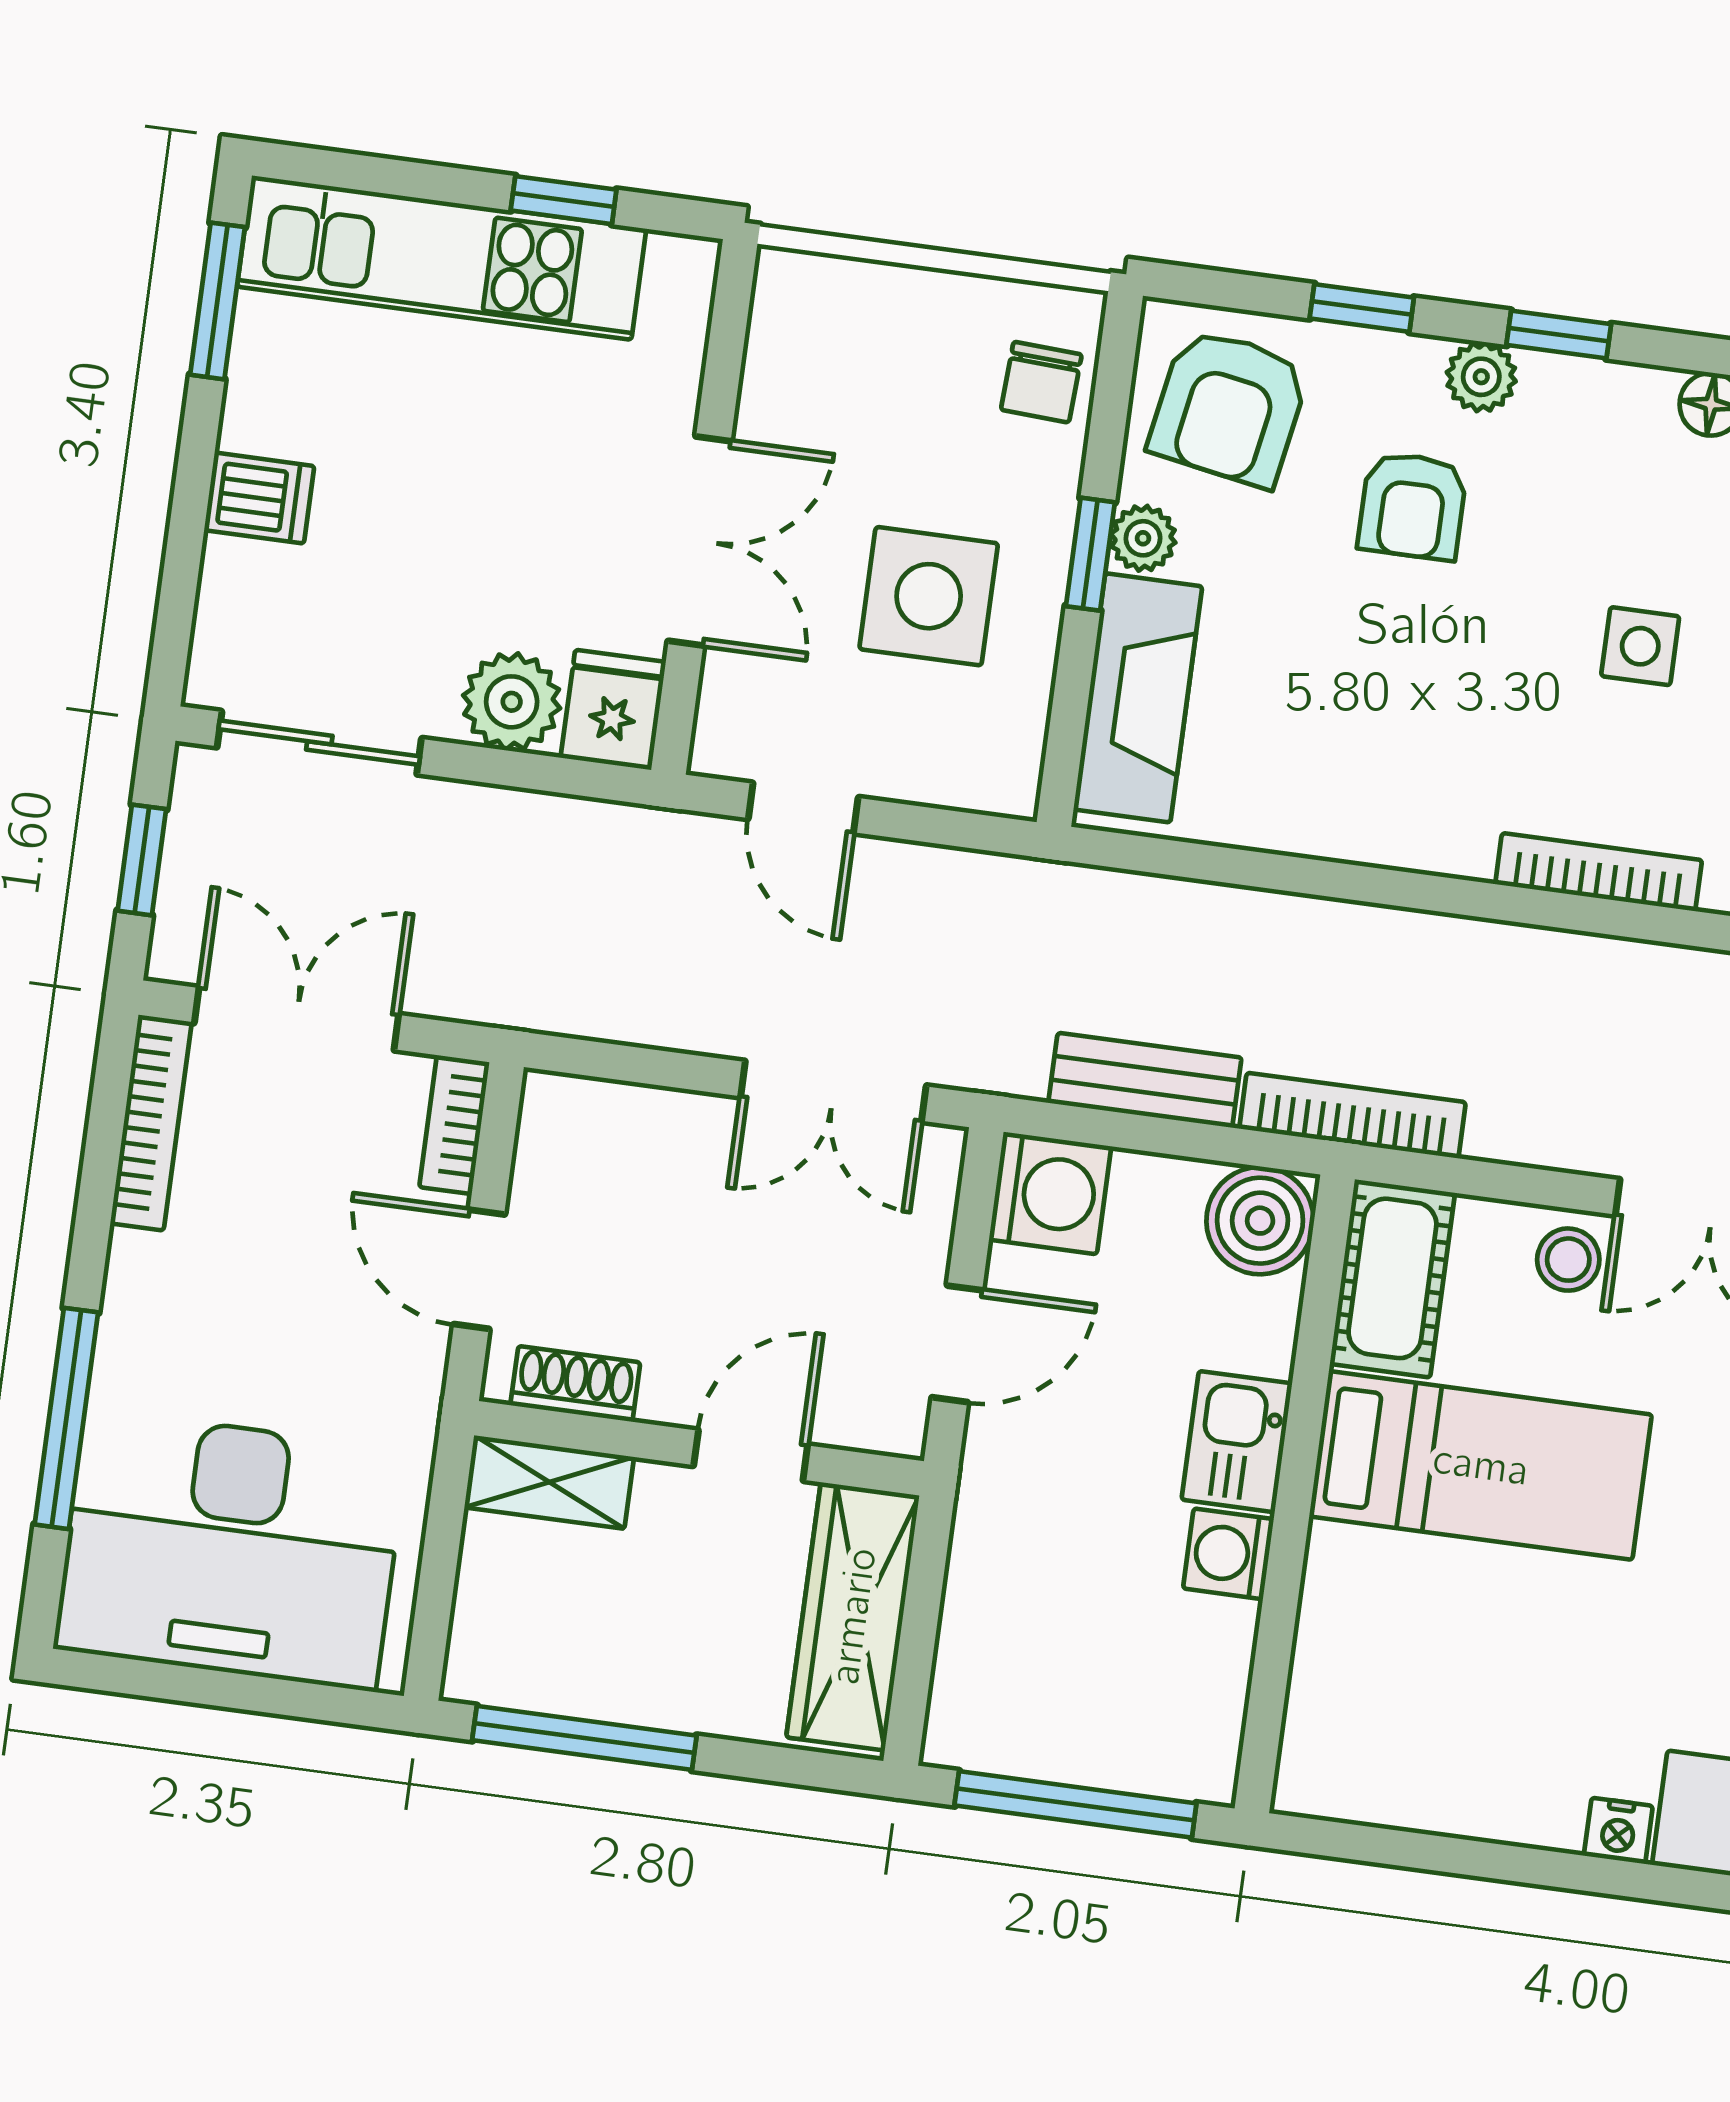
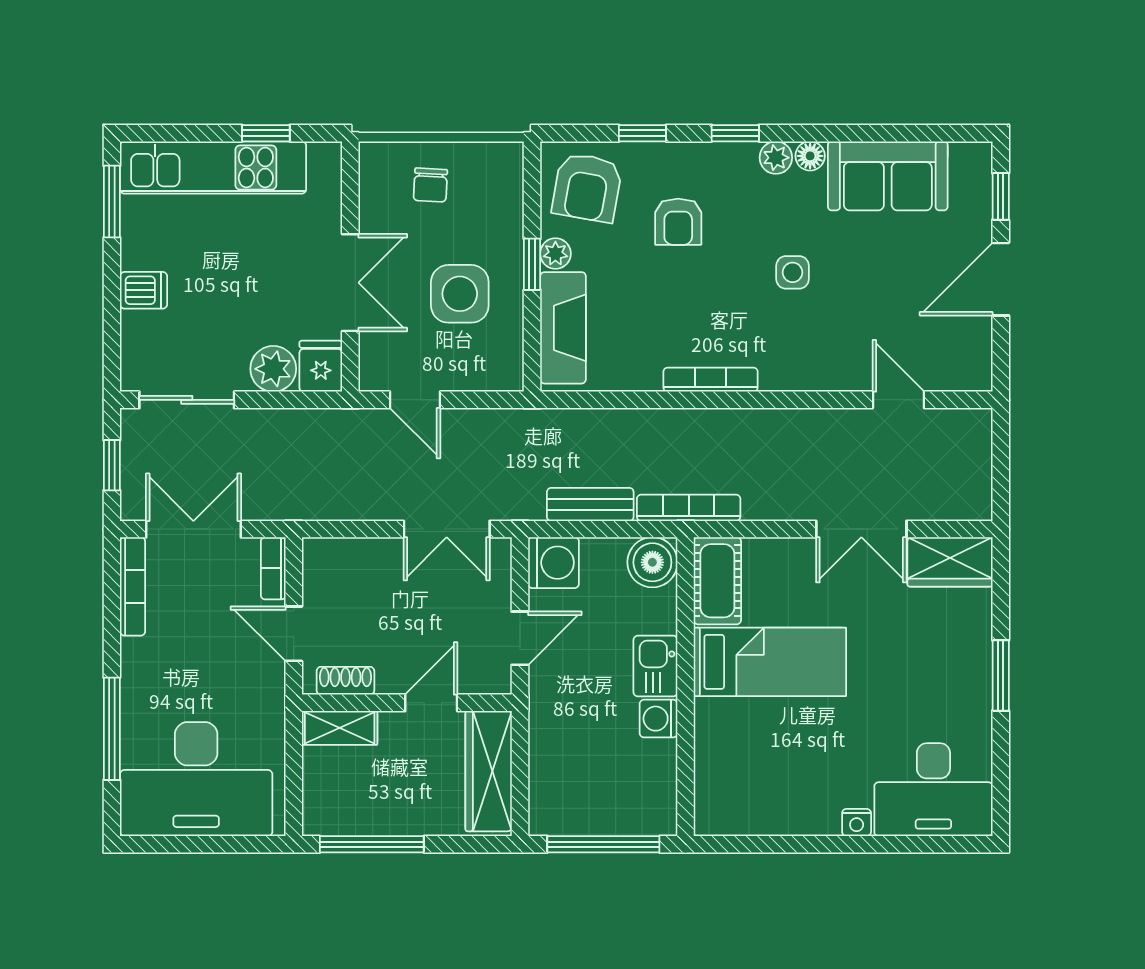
plant: (1481, 377) -> (776, 158), moved
chair: (1041, 382) -> (430, 185), moved
bookcase: (1599, 872) -> (711, 380), moved
stool: (1568, 1260) -> (798, 561), removed

